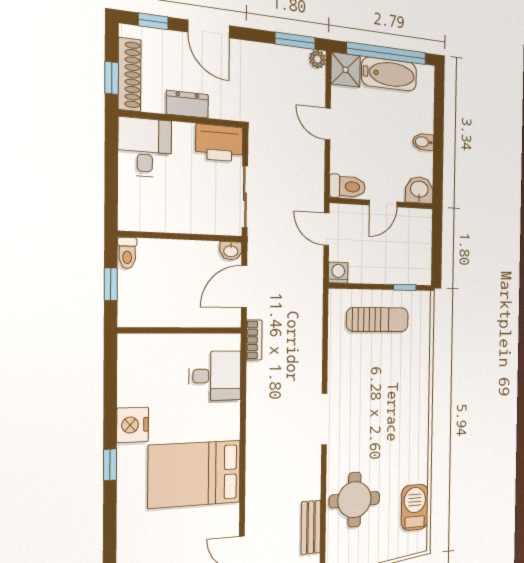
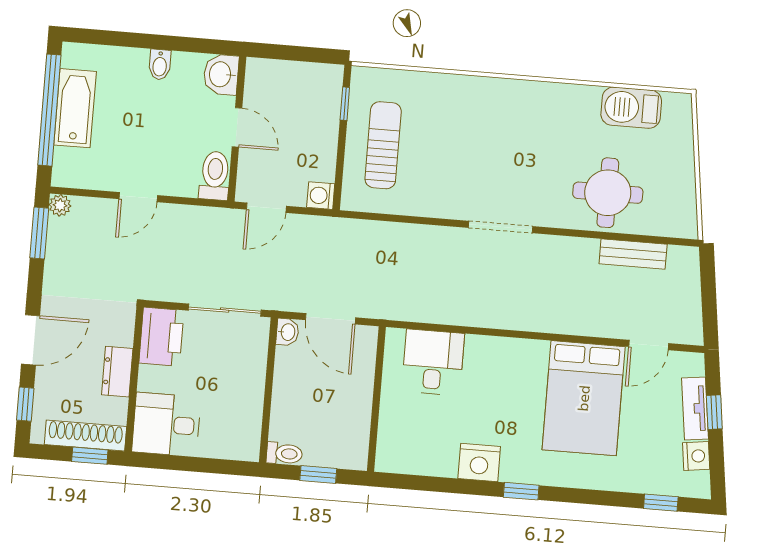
shower: (346, 70) -> (72, 168), removed
bookcase: (254, 340) -> (395, 311), removed
bed: (195, 474) -> (584, 398), moved

